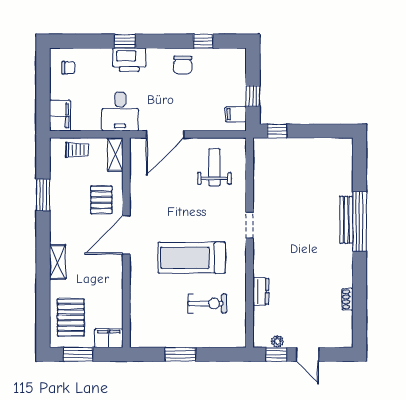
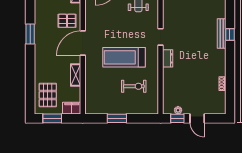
window: (43, 195) -> (30, 34), moved
pallet: (101, 200) -> (67, 21), turned 90
window: (360, 222) -> (230, 35), width x0.32
shelving: (58, 262) -> (76, 75), moved
dresser: (261, 291) -> (168, 58), moved

